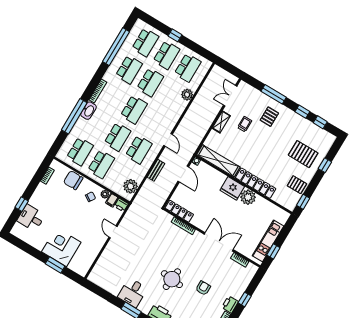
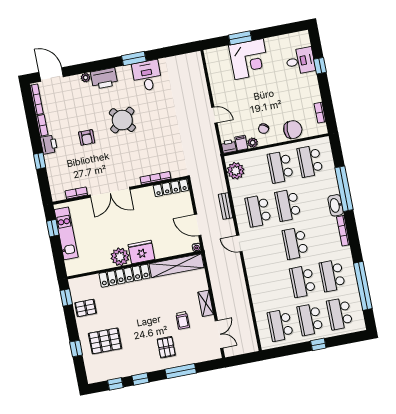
plant: (187, 95) -> (259, 300), removed
round table: (172, 279) -> (122, 120), turned 45

